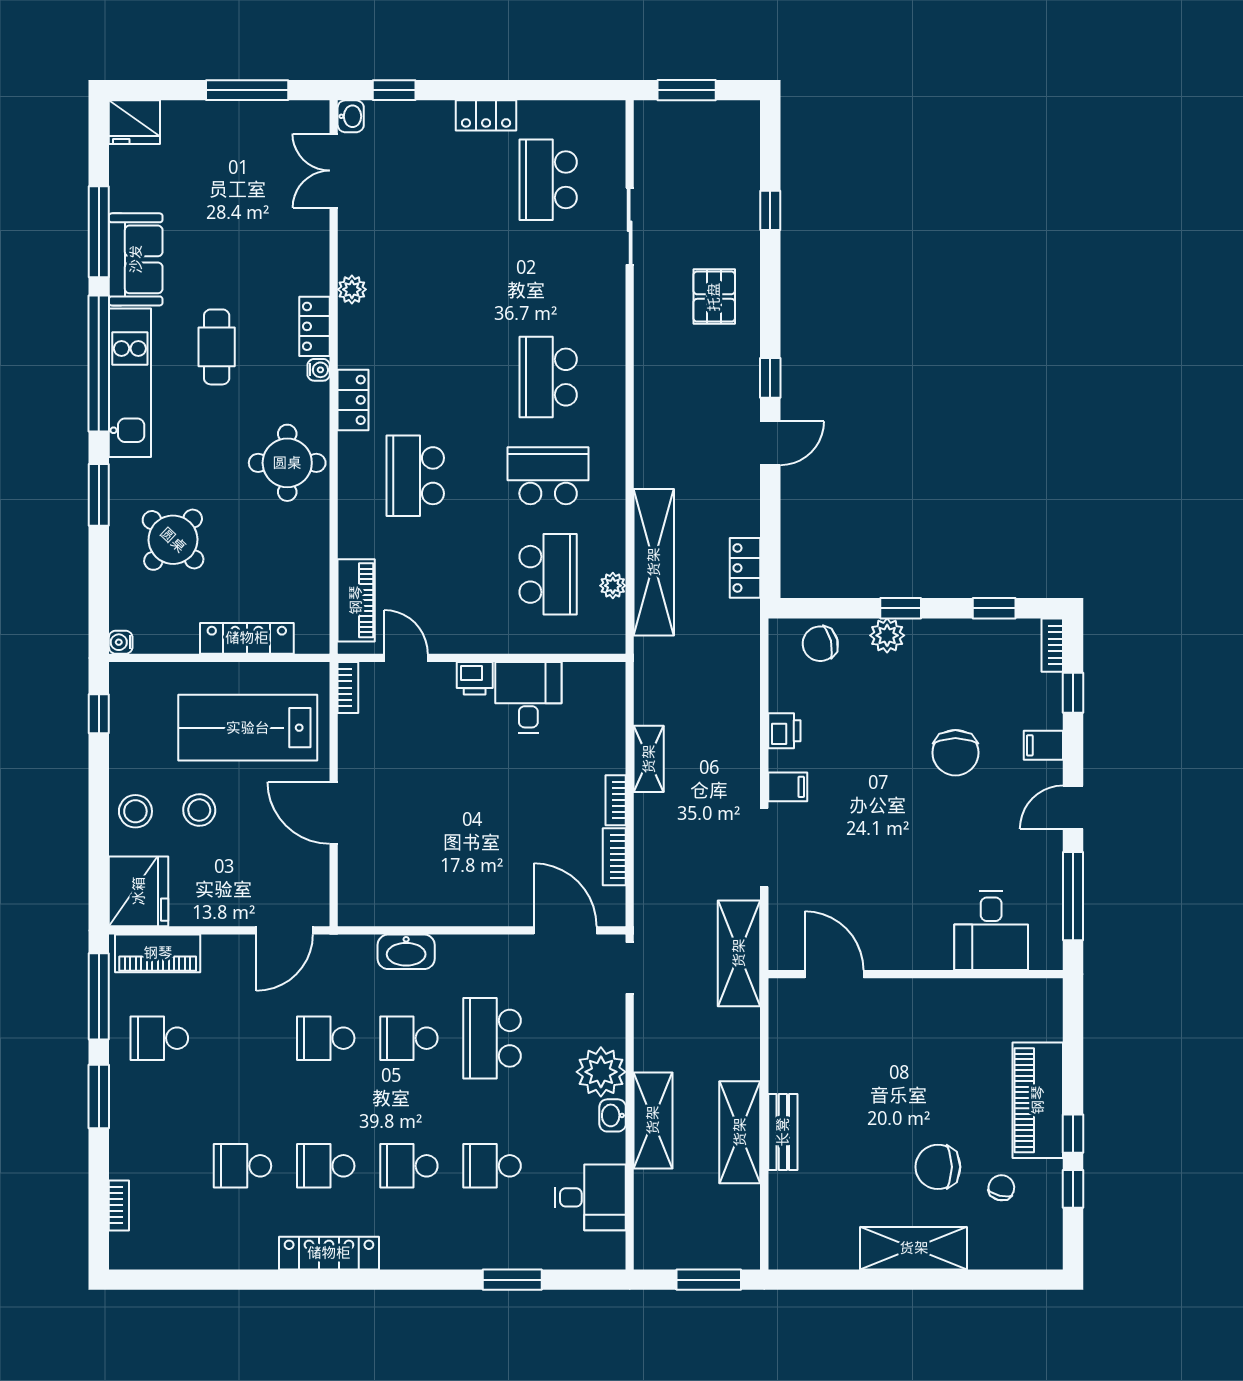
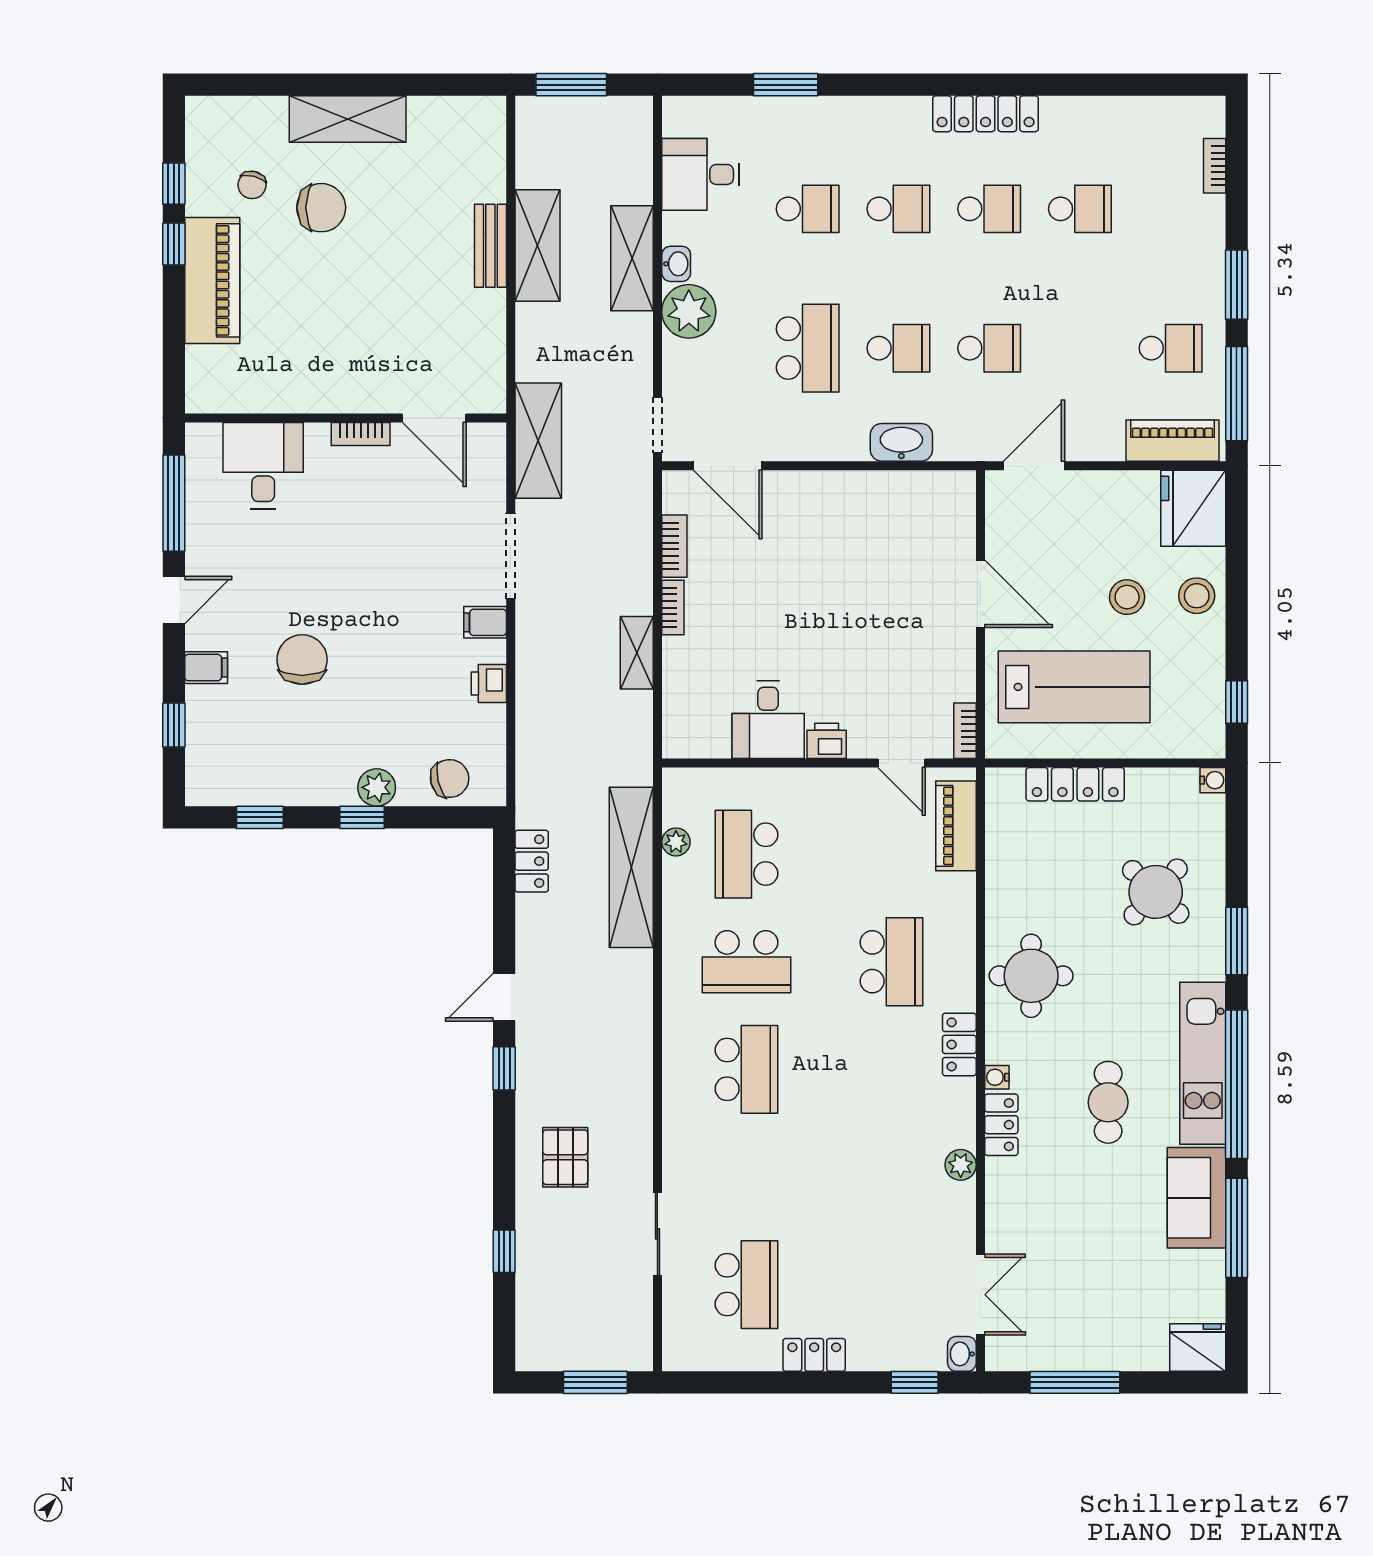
bookcase: (1052, 645) -> (361, 434), moved, turned 90

